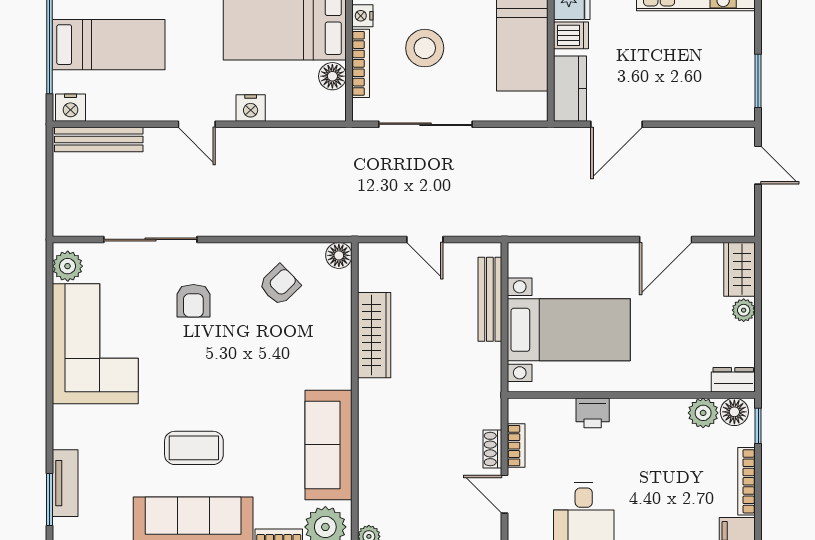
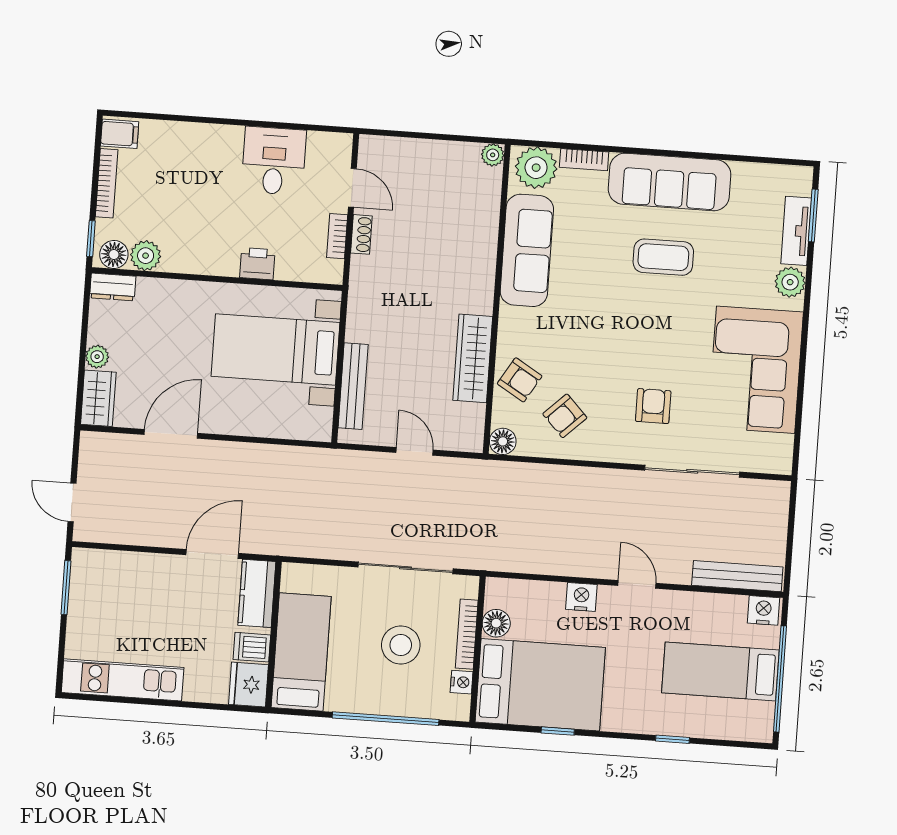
plant: (68, 266) -> (790, 282), moved
armchair: (327, 317) -> (520, 380), added

